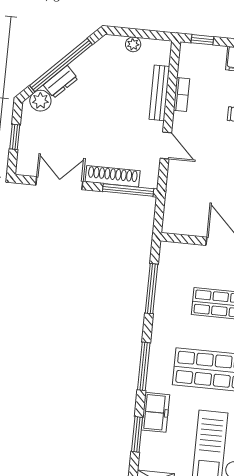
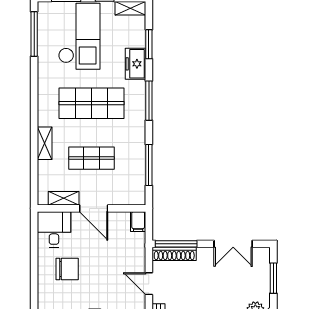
window: (15, 137) -> (273, 278), width x1.50
shoe rack: (113, 176) -> (174, 254), moved
filing cabinet: (171, 222) -> (138, 222), added

